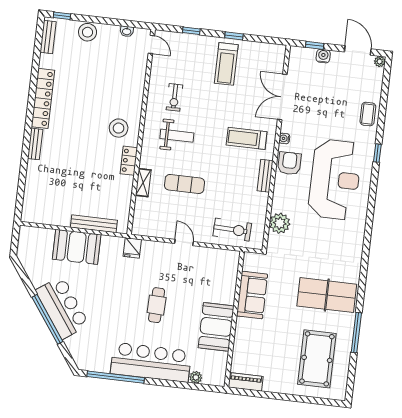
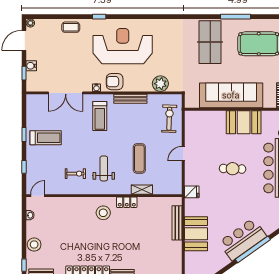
bench: (265, 176) -> (130, 99), width x1.36
sofa: (252, 295) -> (231, 95), width x1.85, depth x1.27

